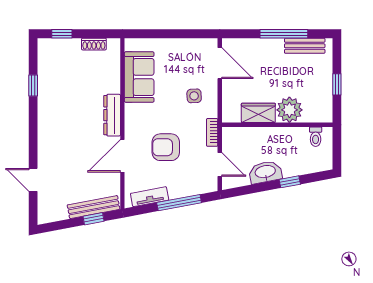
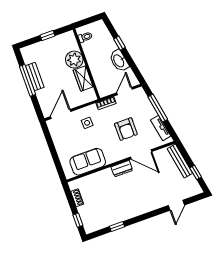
bench: (305, 46) -> (35, 76), moved
dresser: (112, 115) -> (122, 169), width x0.70
window: (94, 219) -> (196, 172), moved

